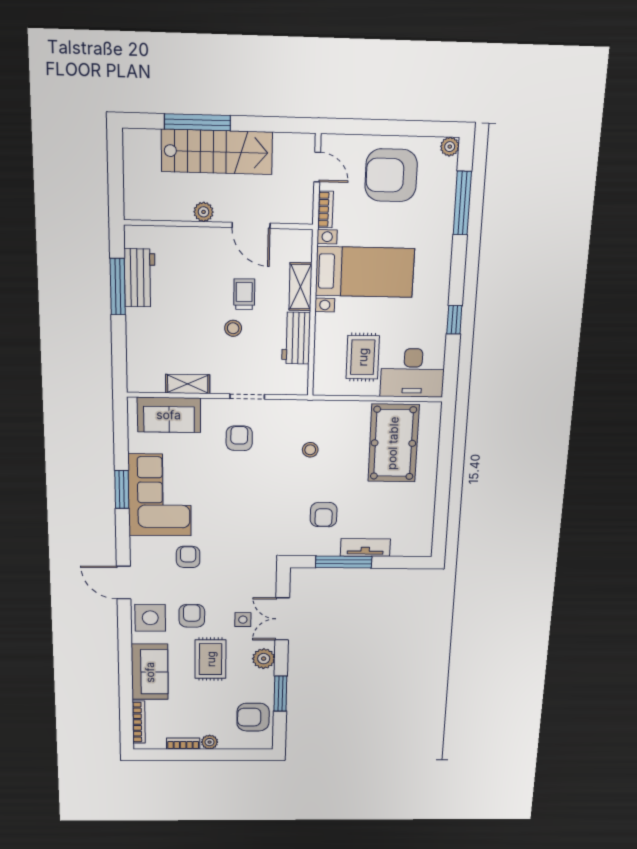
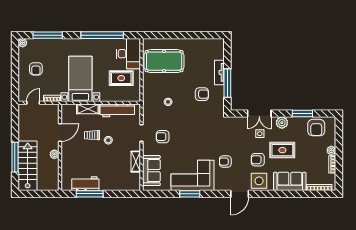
stairs: (217, 152) -> (28, 166), moved
armchair: (391, 175) -> (36, 69), width x0.53, depth x0.53
window: (454, 320) -> (102, 35), width x3.17
workbench: (296, 338) -> (117, 110), width x1.37

